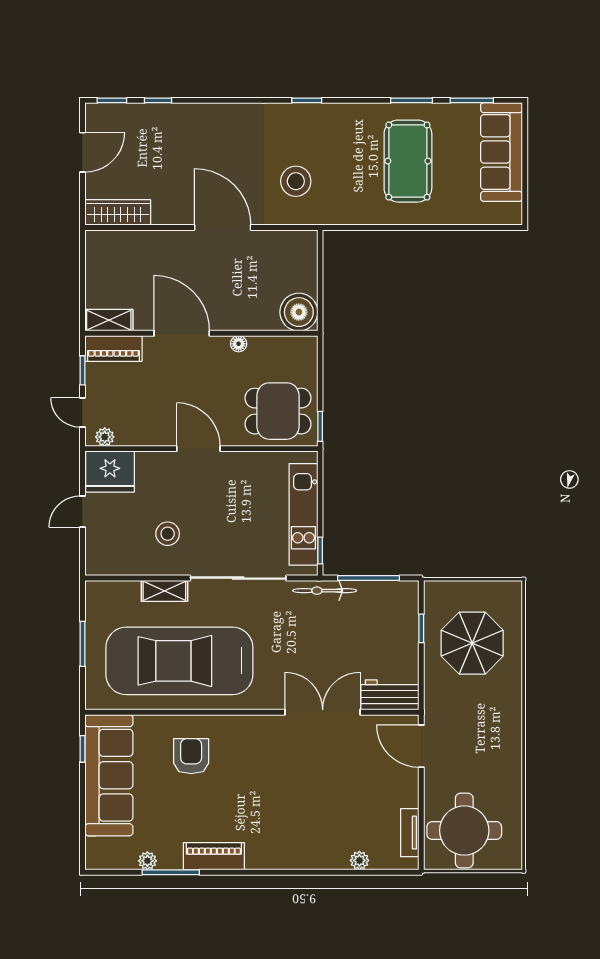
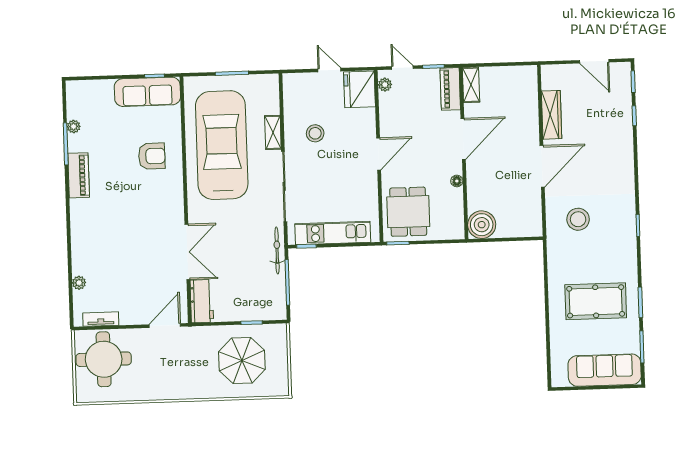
wardrobe: (118, 212) -> (552, 115), moved
door: (82, 412) -> (402, 68), hinge flipped
sofa: (109, 775) -> (147, 92), width x0.74, depth x0.79

